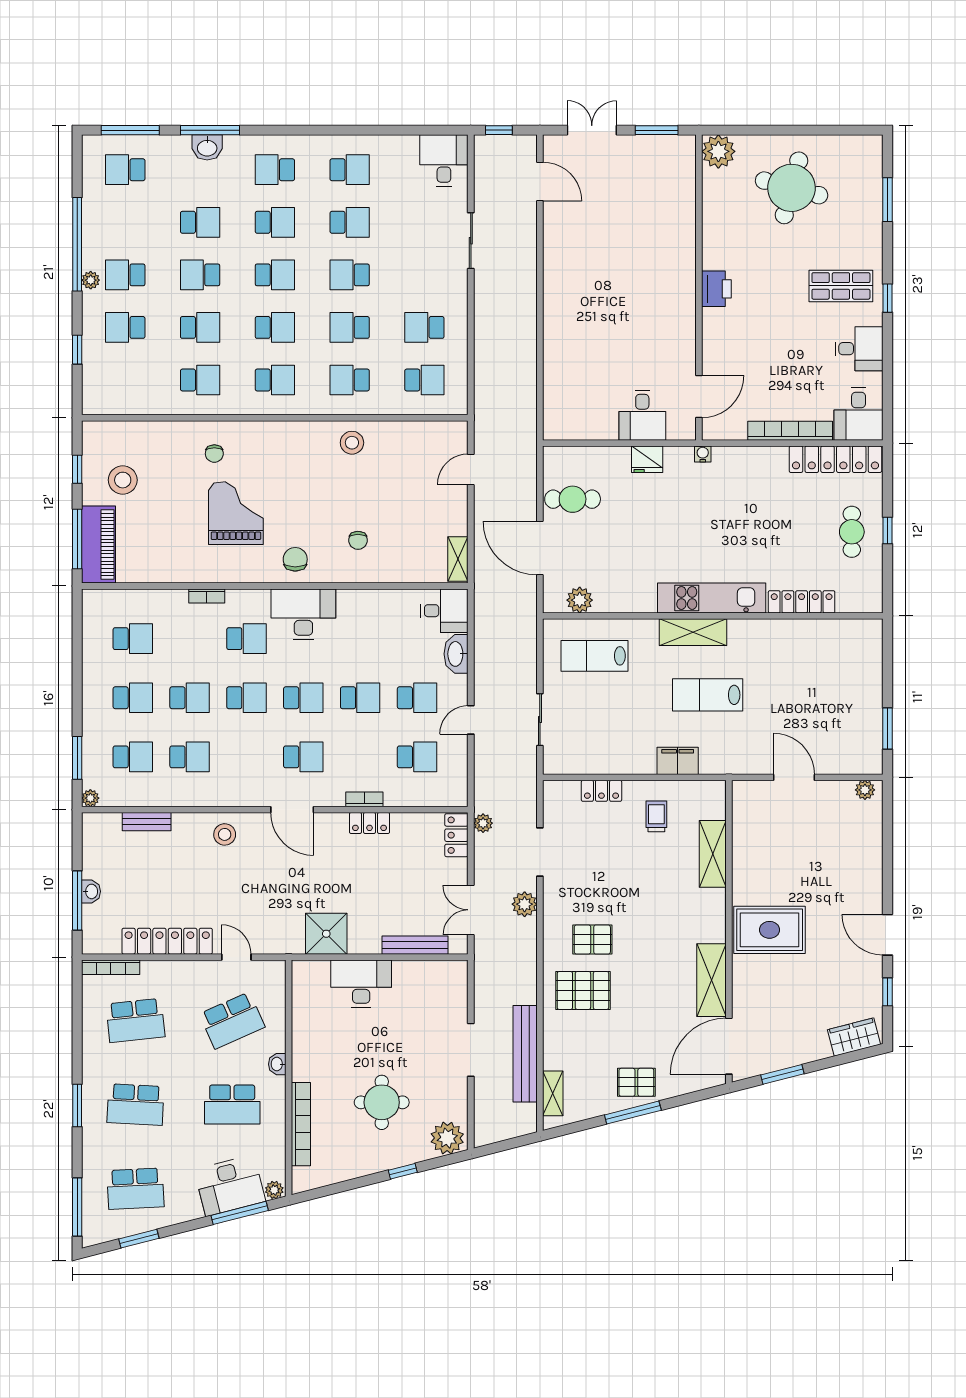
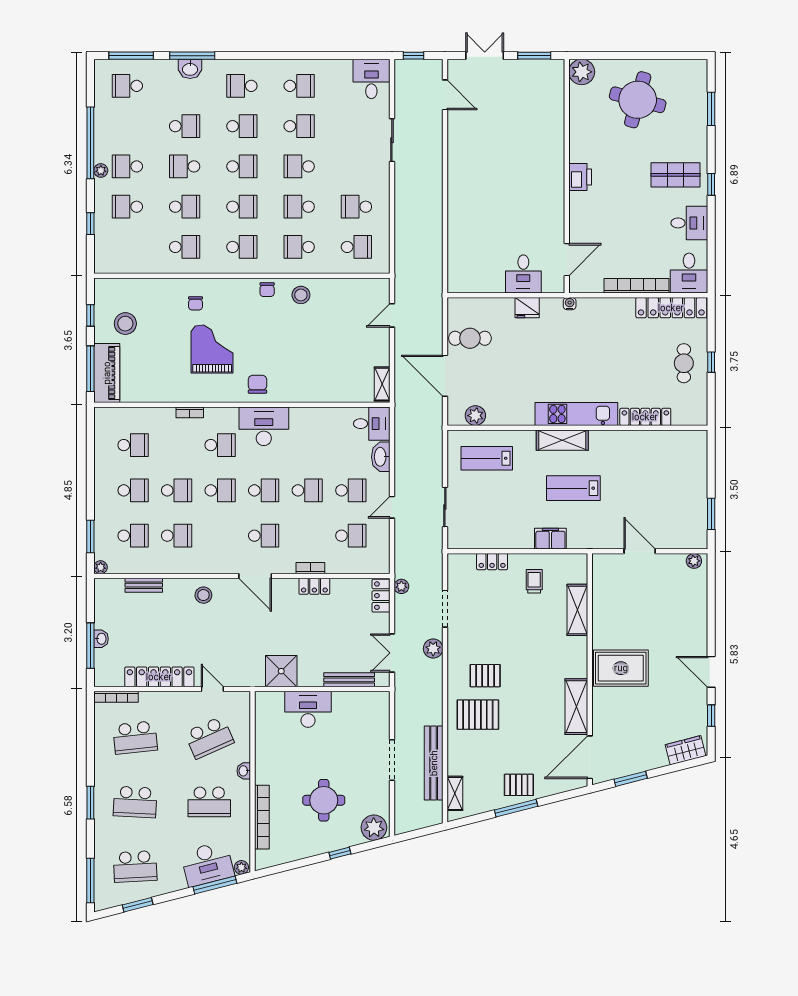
chair: (358, 540) -> (267, 290), moved

